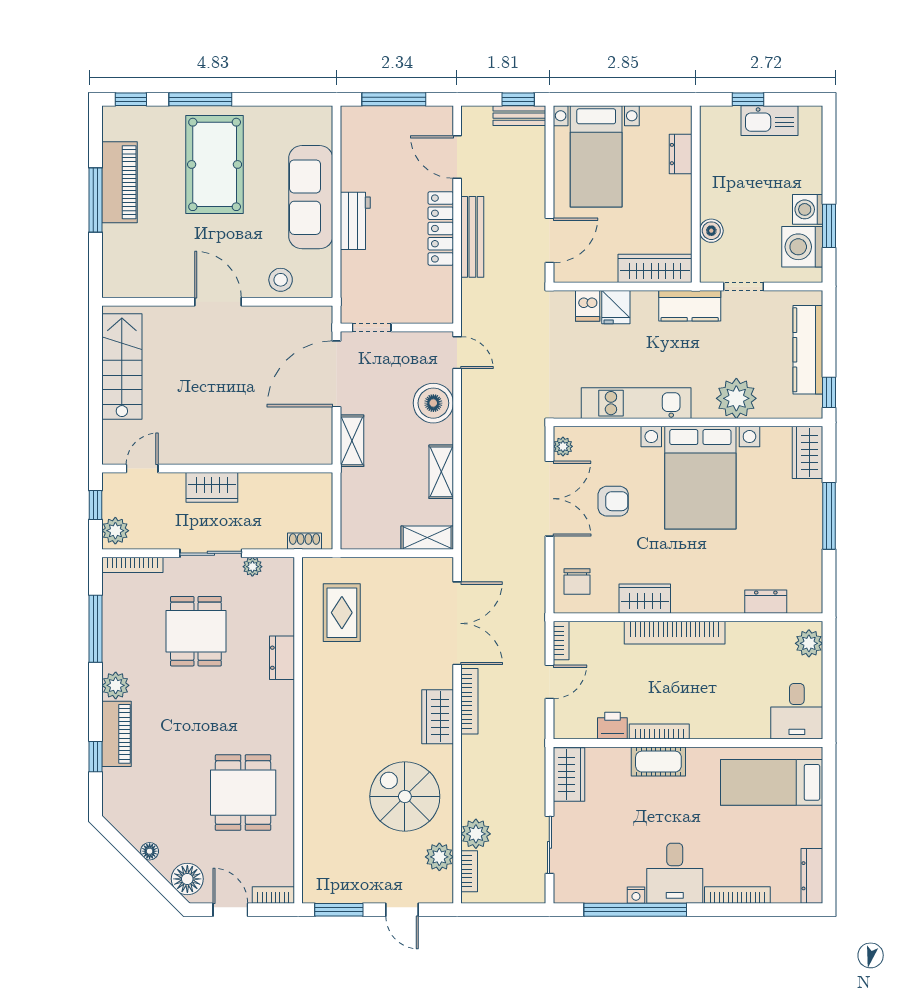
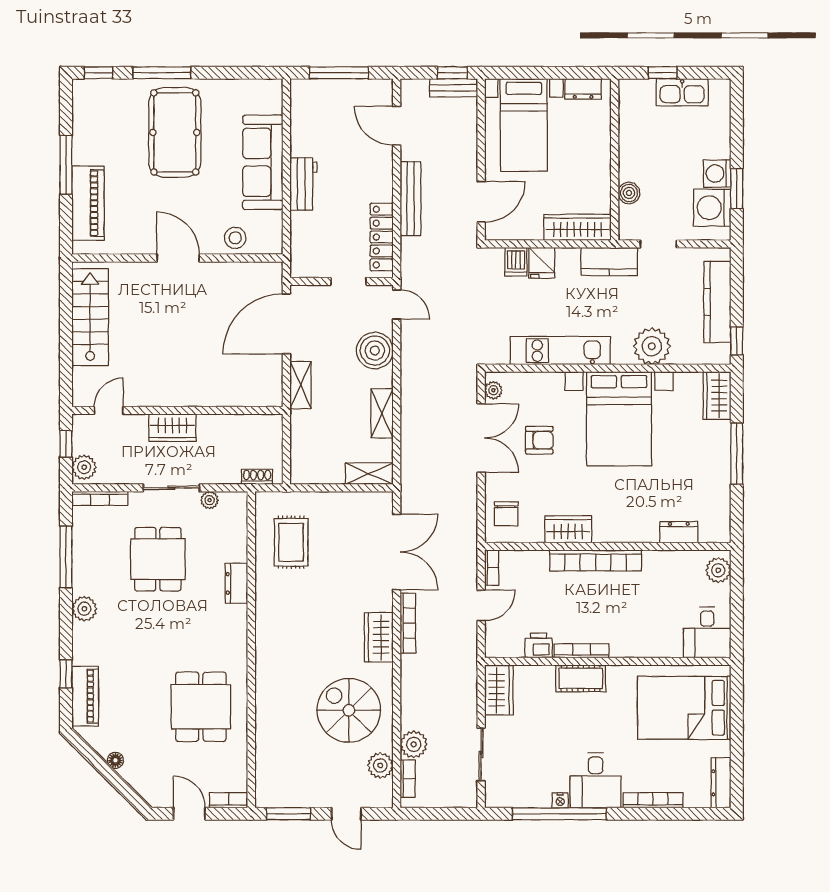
dresser: (681, 154) -> (583, 89), moved, turned -90
piano: (120, 182) -> (88, 203), moved
locker: (441, 228) -> (382, 237), moved
doorway: (372, 327) -> (349, 281), moved
piano: (117, 734) -> (85, 696), moved
bed: (772, 782) -> (684, 708), width x1.50
floor lamp: (187, 879) -> (150, 786), removed

